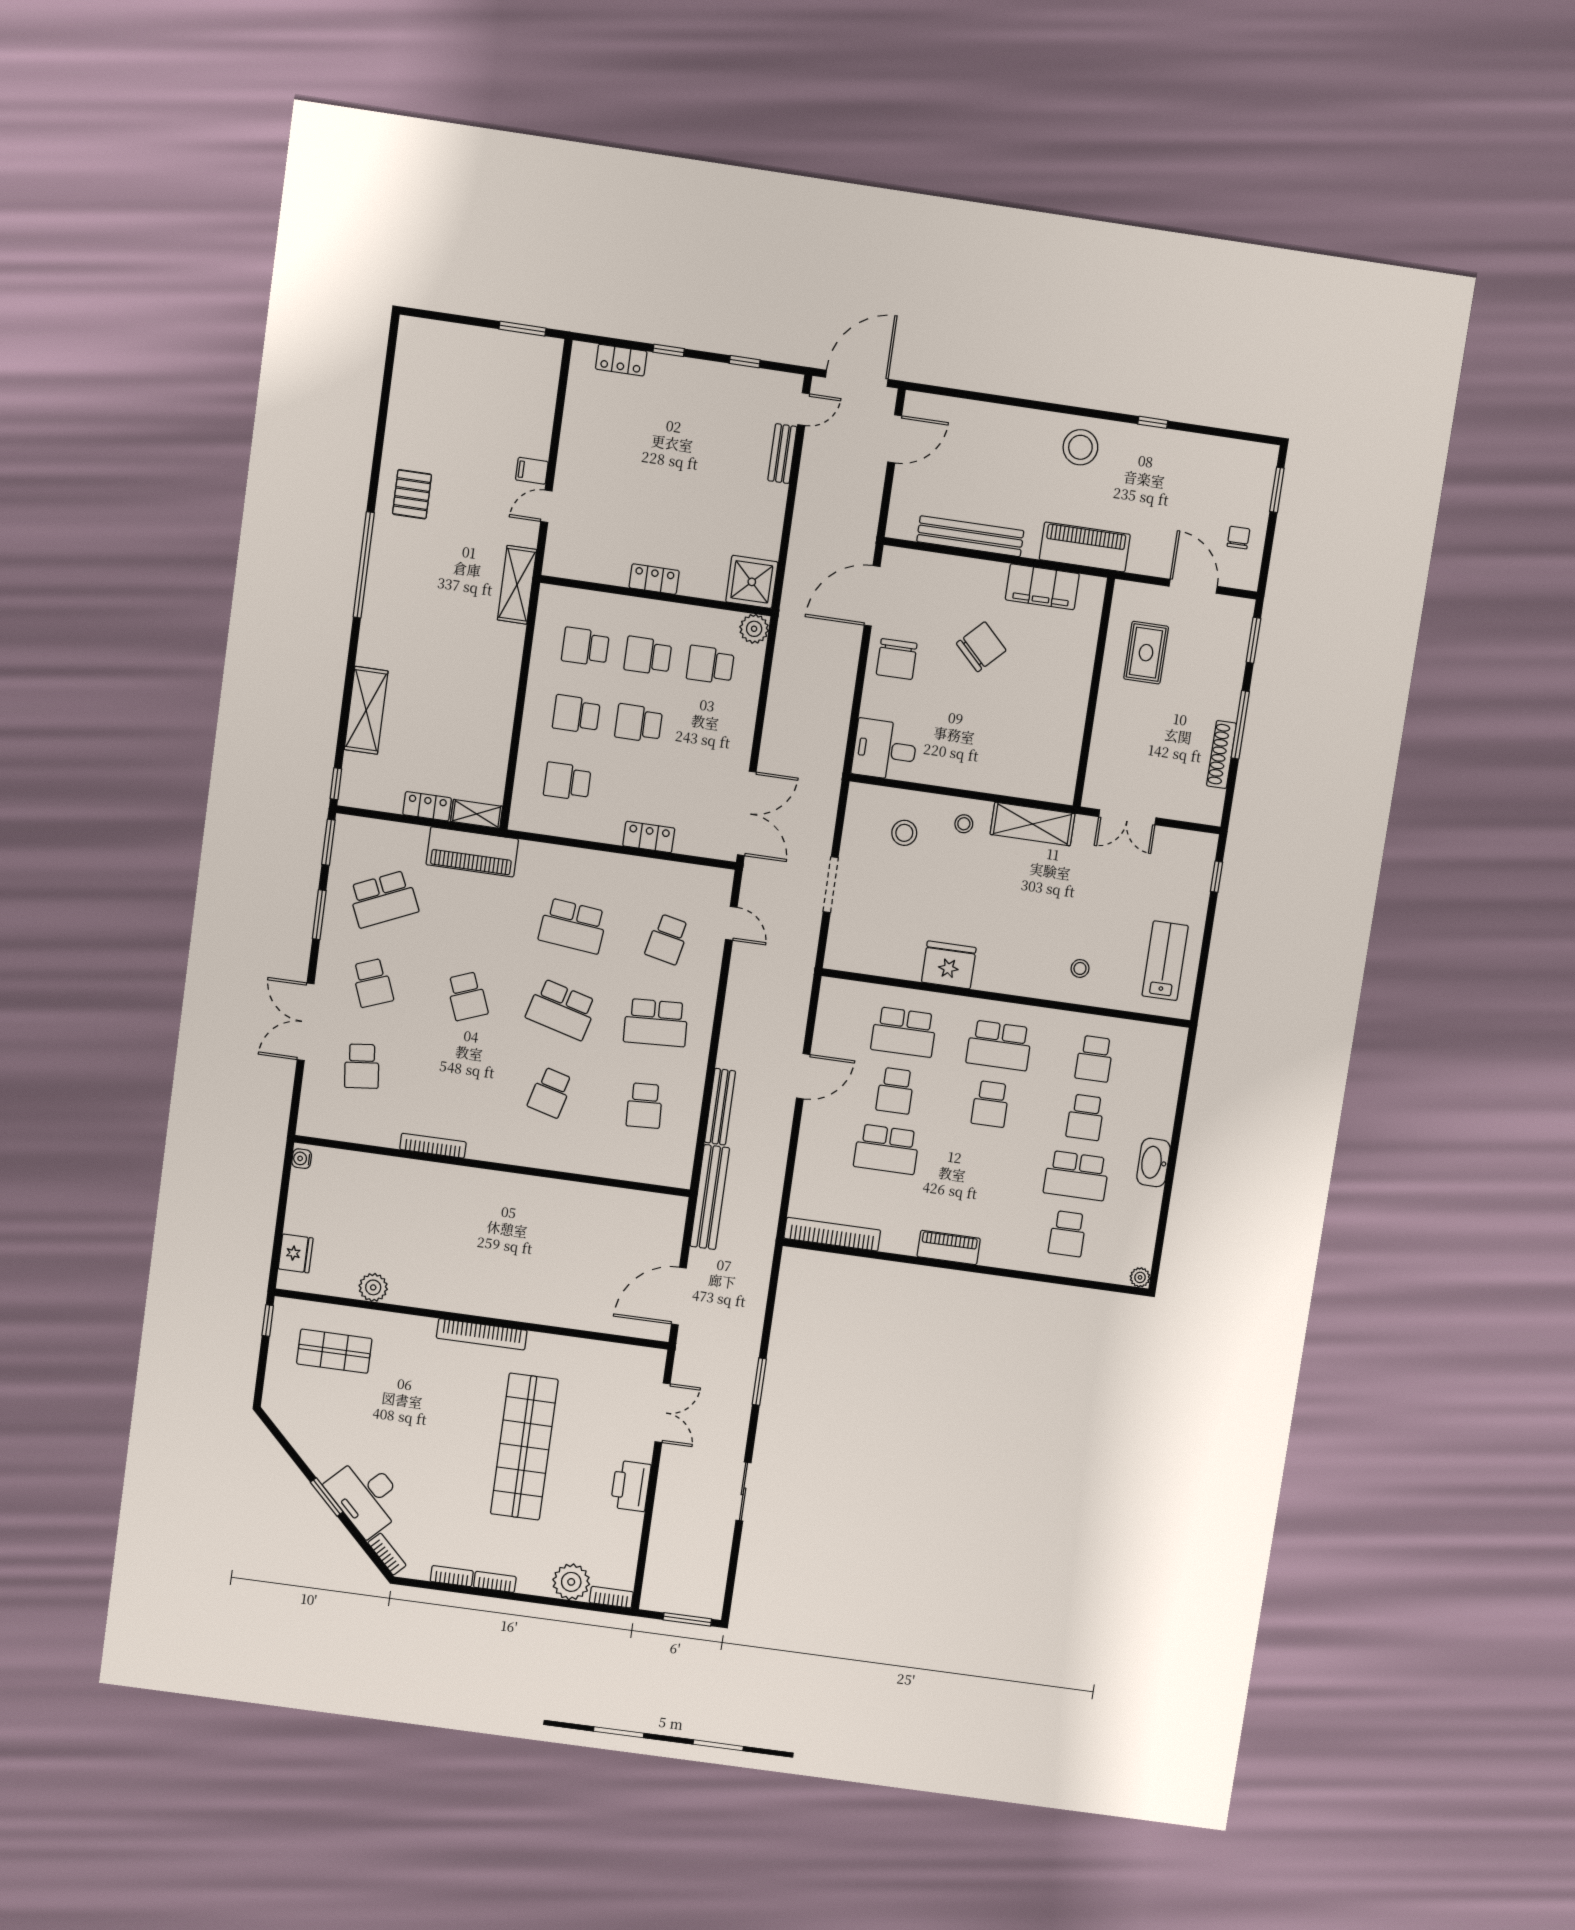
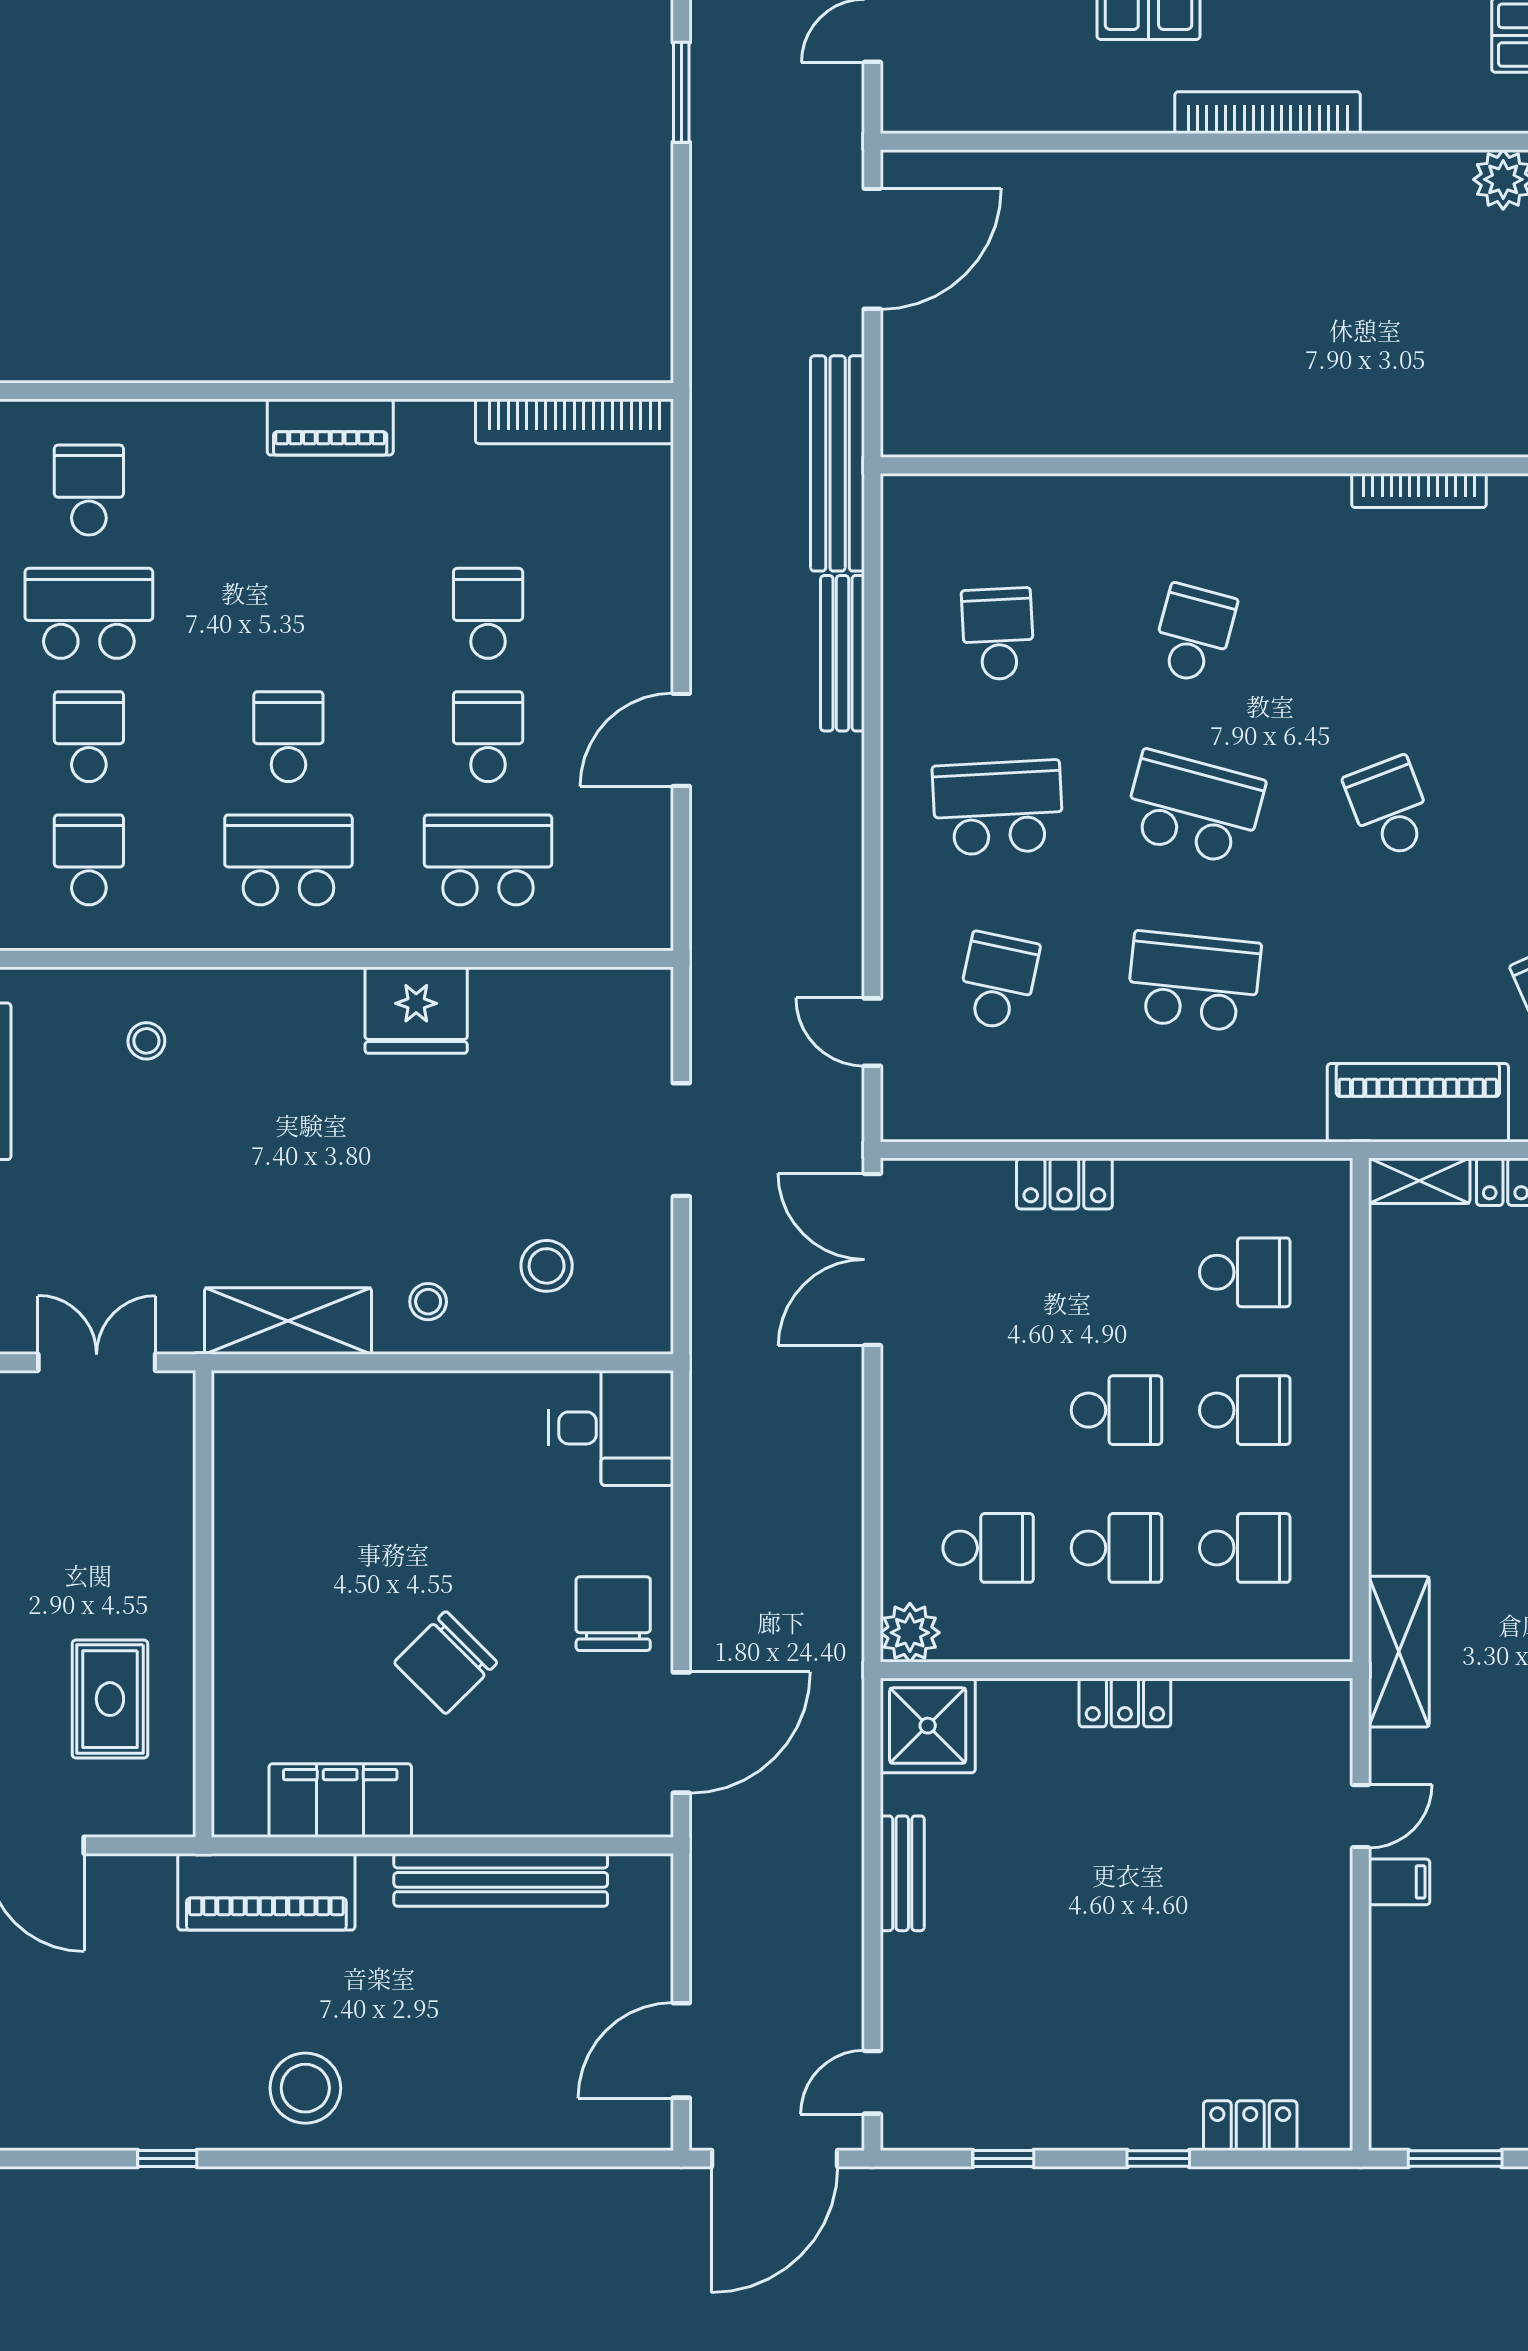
bench: (782, 454) -> (902, 1873), moved
school desk: (887, 1149) -> (488, 613), width x0.54

